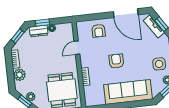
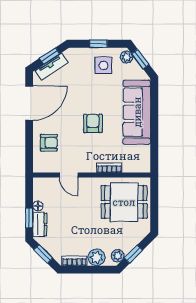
armchair: (116, 61) -> (93, 123), turned 90
plant: (31, 97) -> (118, 256), moved

